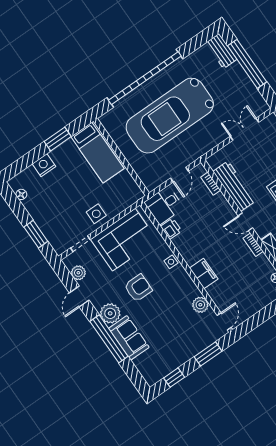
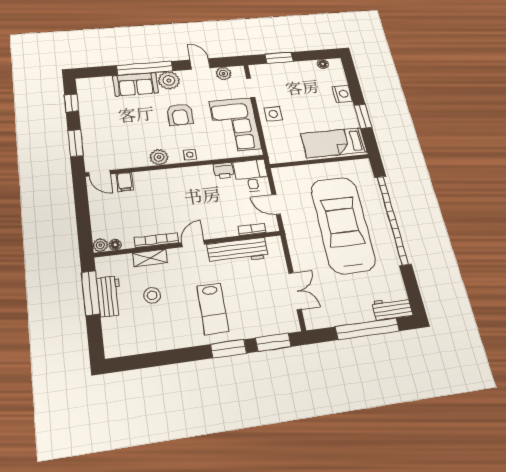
bookcase: (253, 245) -> (156, 240), width x1.56
filing cabinet: (204, 273) -> (125, 182), moved, width x0.50
plant: (200, 305) -> (159, 157), moved

